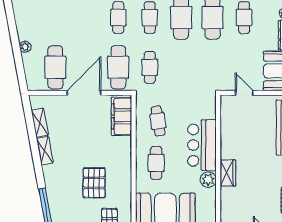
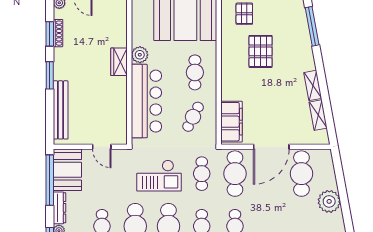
plant: (25, 47) -> (329, 201), width x1.87, depth x1.87
checkout: (190, 65) -> (159, 176), added
cafe table: (158, 121) -> (193, 117), turned 36
bar counter: (202, 145) -> (146, 101), width x1.36

